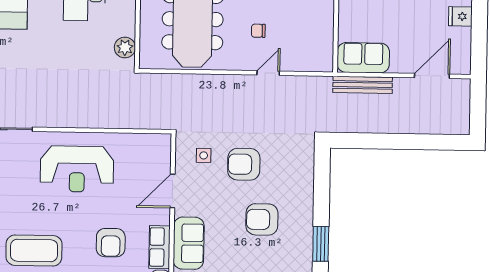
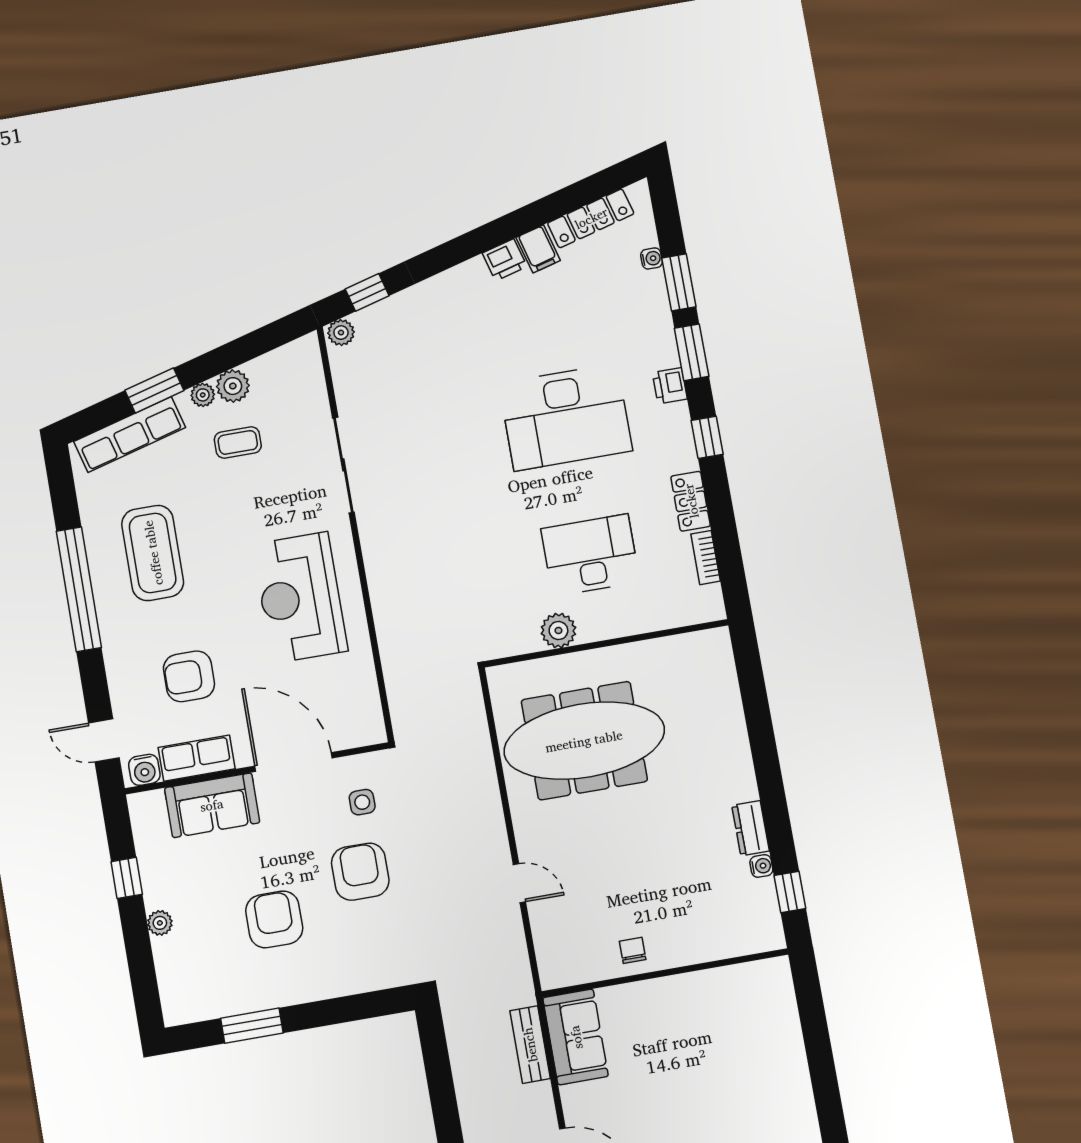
chair: (258, 31) -> (633, 950), moved
plant: (125, 48) -> (558, 631), moved
bench: (363, 85) -> (530, 1045), width x0.73
door: (173, 191) -> (293, 762), width x1.36

